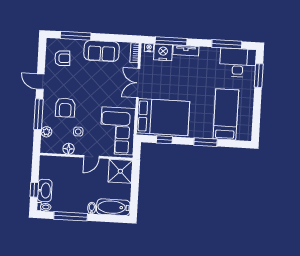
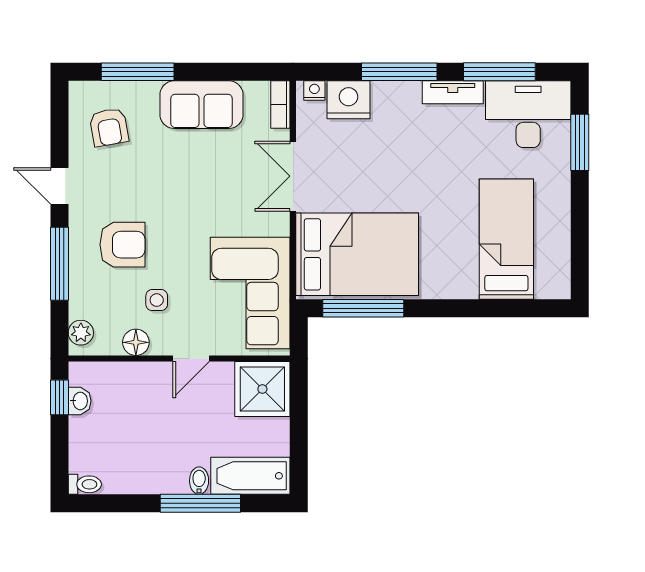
window: (171, 41) -> (399, 72), moved
tv unit: (186, 50) -> (453, 92), moved
armchair: (62, 58) -> (109, 127), turned 83
armchair: (65, 108) -> (122, 245), turned -90
plant: (46, 132) -> (81, 333), moved
window: (164, 140) -> (363, 308), width x2.17
window: (205, 142) -> (462, 308), removed
window: (34, 190) -> (59, 397), moved
washbasin: (45, 190) -> (80, 401), moved, width x0.52, depth x0.69
window: (71, 216) -> (200, 503), moved

